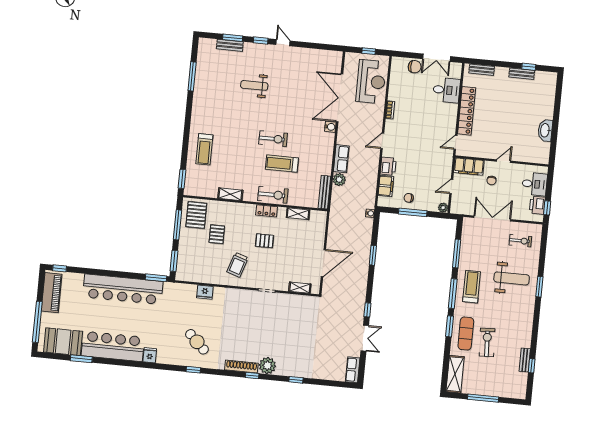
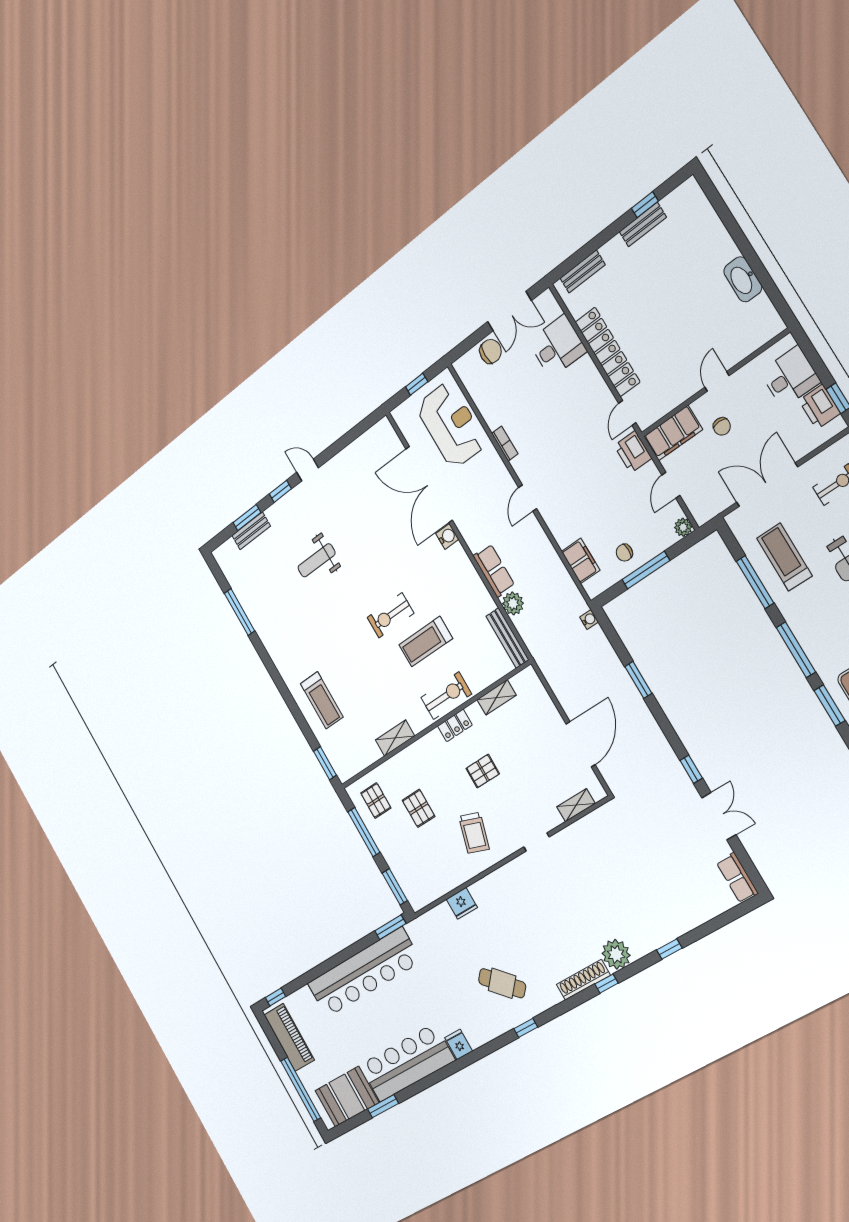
exercise bike: (273, 139) -> (390, 615), turned 180
printer: (388, 166) -> (633, 452), moved, turned 180
pallet: (196, 215) -> (376, 800), width x0.67, depth x0.71
treadmill: (472, 287) -> (784, 557), moved

